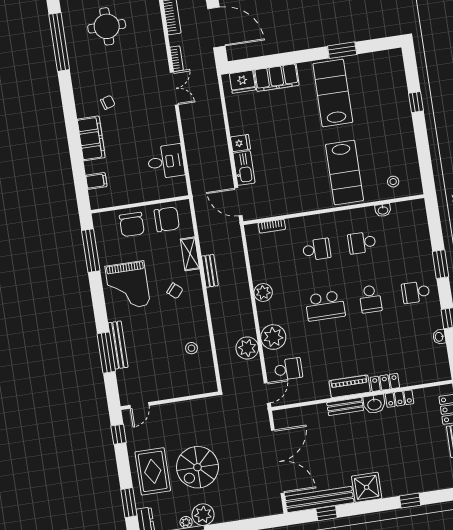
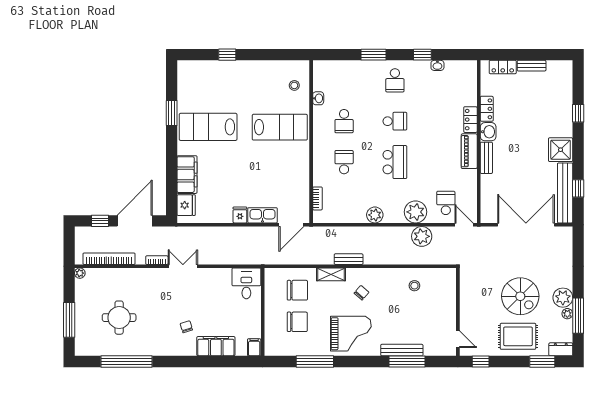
wall: (140, 204) -> (263, 312), moved
chair: (167, 219) -> (297, 290), turned 90

